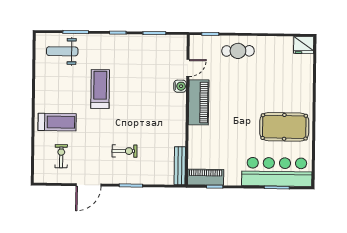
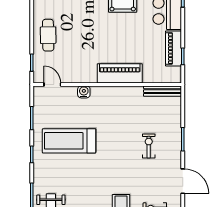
door: (188, 68) -> (52, 84), moved
treadmill: (100, 89) -> (69, 141), moved, width x1.37, depth x1.38
piano: (199, 102) -> (120, 73), moved
piano: (206, 177) -> (173, 48), moved

